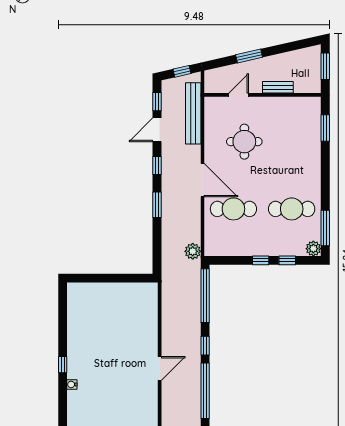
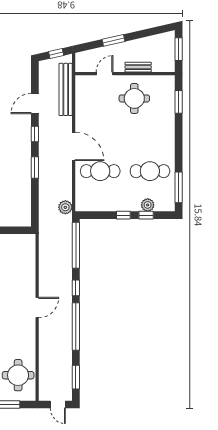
window: (157, 102) -> (35, 79), removed
round table: (244, 142) -> (134, 98), moved
plant: (313, 249) -> (148, 205), moved

